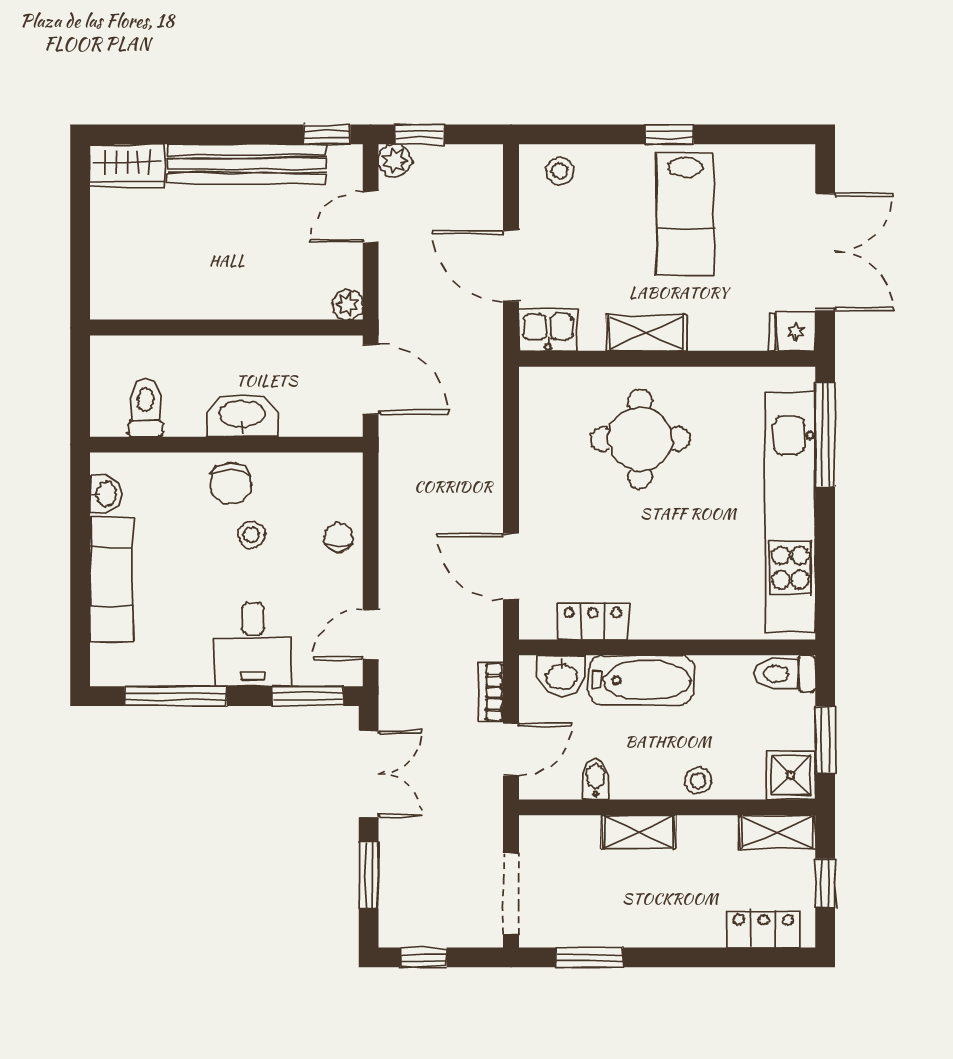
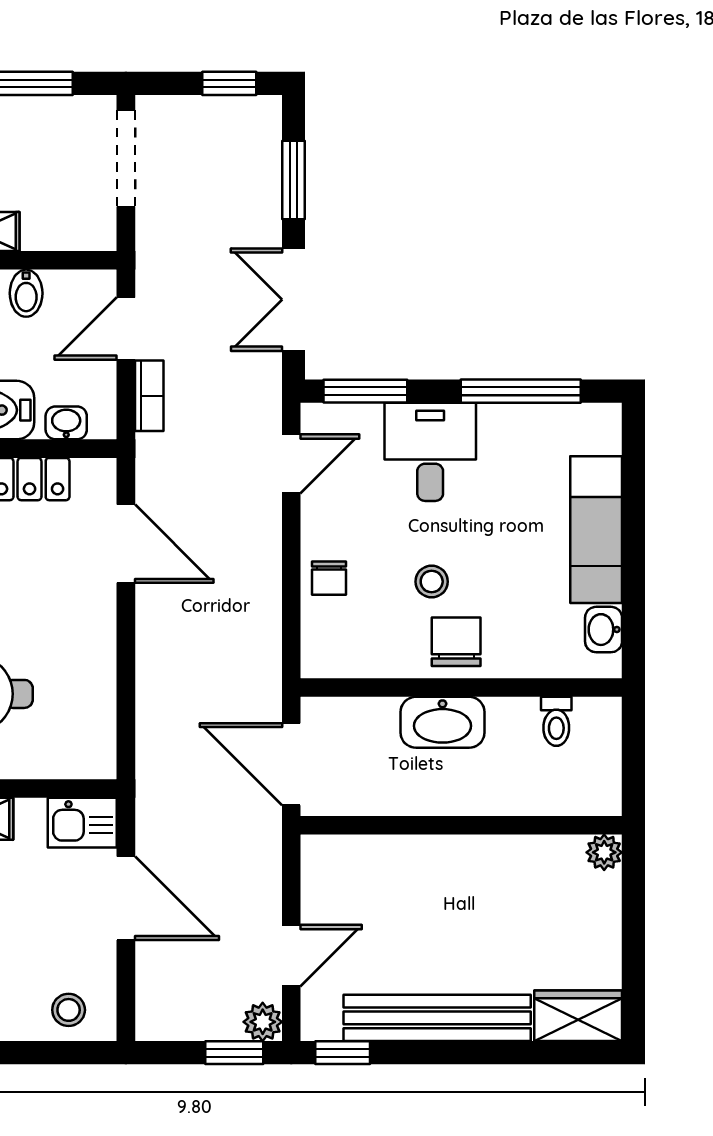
plant: (348, 305) -> (604, 852), moved
toilet: (146, 408) -> (556, 721), width x0.73, depth x0.72
washbasin: (562, 676) -> (66, 423), width x0.72, depth x0.69

